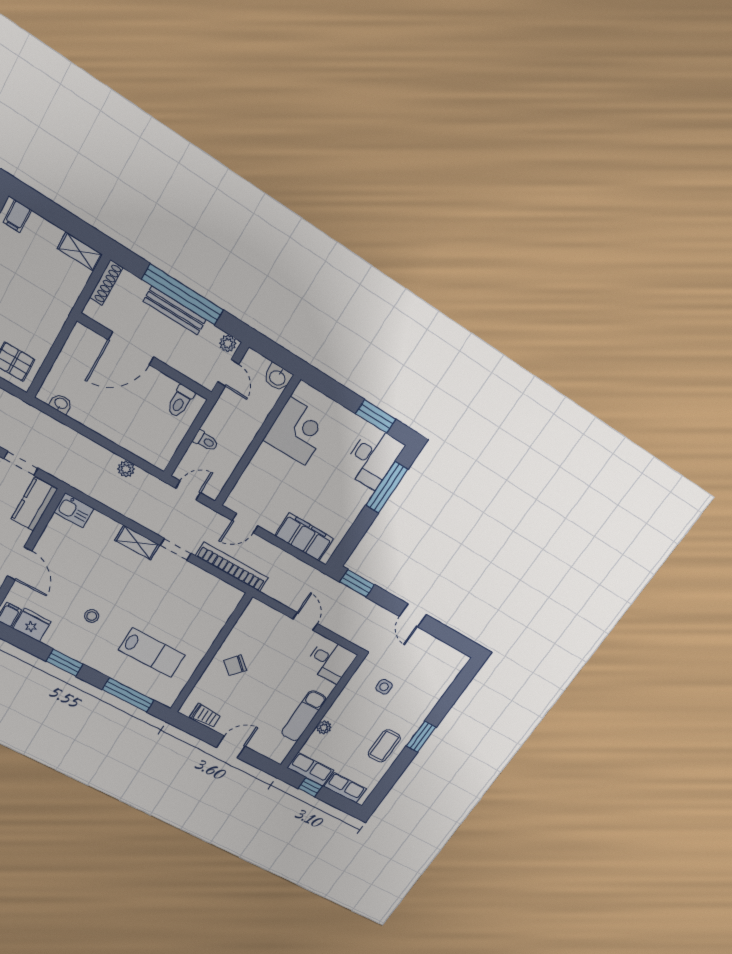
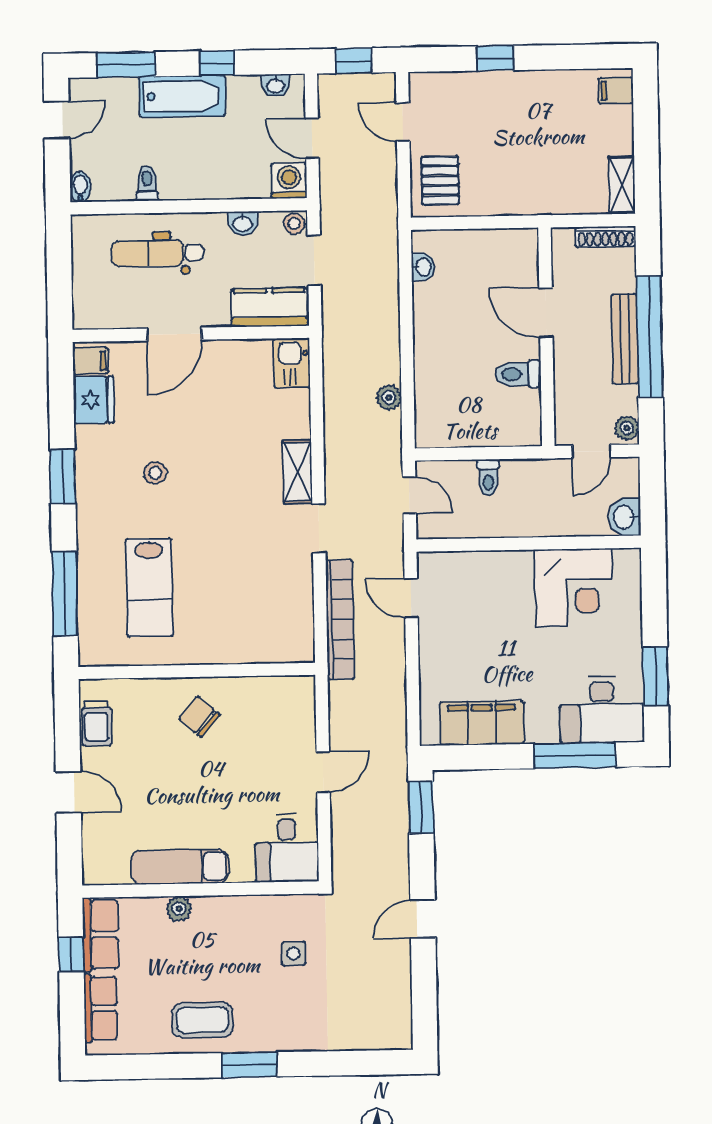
door: (131, 348) -> (546, 313), width x0.73
toilet: (180, 401) -> (518, 374), moved
filing cabinet: (304, 537) -> (482, 723), moved, turned -90

